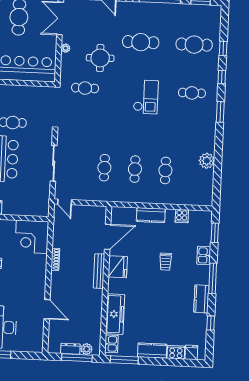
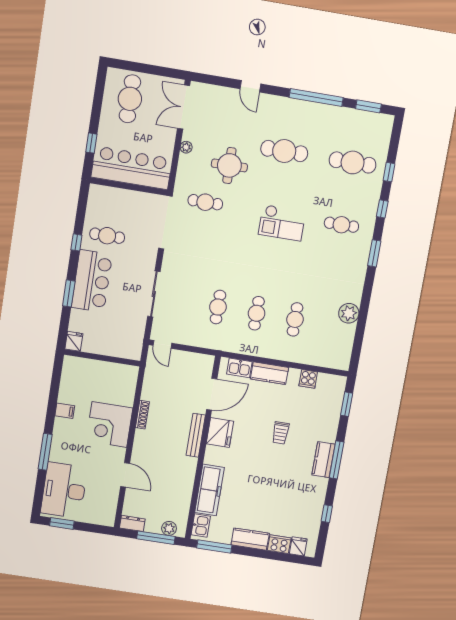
checkout: (146, 97) -> (282, 223), turned 90
corner desk: (32, 237) -> (109, 425), moved
kitchen sink: (204, 255) -> (239, 368), moved, turned -90
kitchen counter: (201, 299) -> (323, 460), moved
dresser: (70, 349) -> (132, 523), moved

